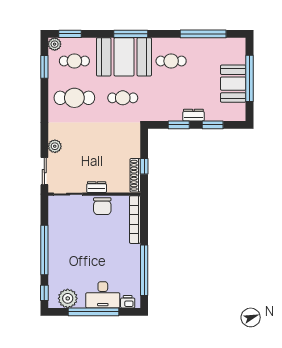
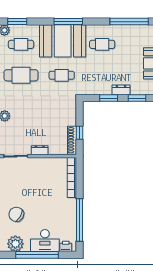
chair: (102, 206) -> (16, 214), moved, turned 120

